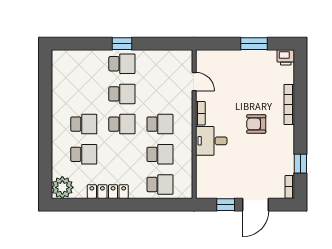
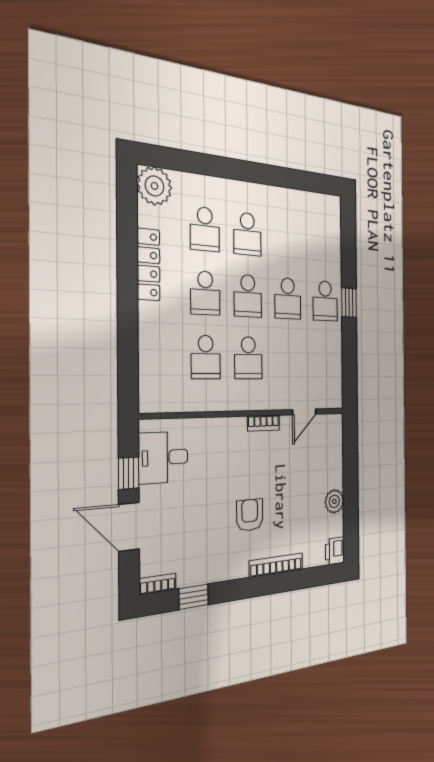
window: (254, 44) -> (351, 501), removed
plant: (253, 58) -> (334, 501), added
desk: (211, 141) -> (163, 457), moved, turned -90
school desk: (160, 185) -> (205, 293), moved

